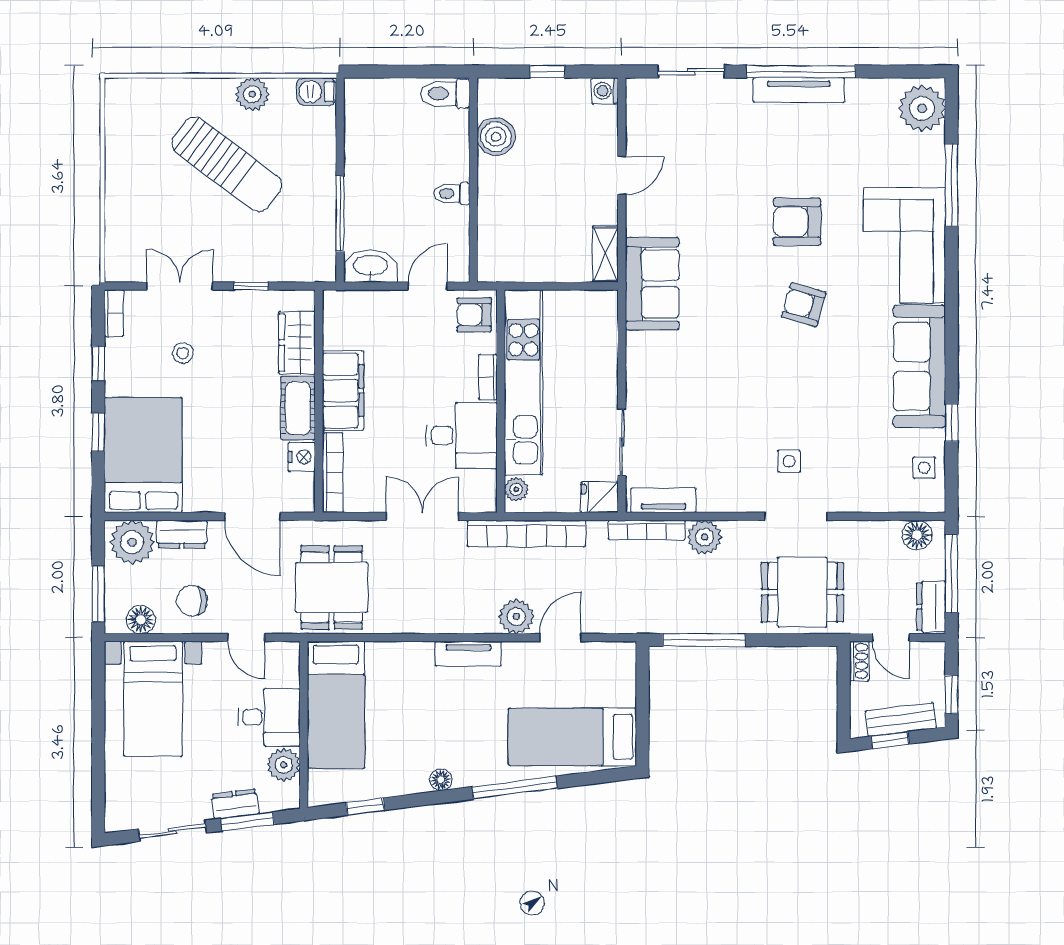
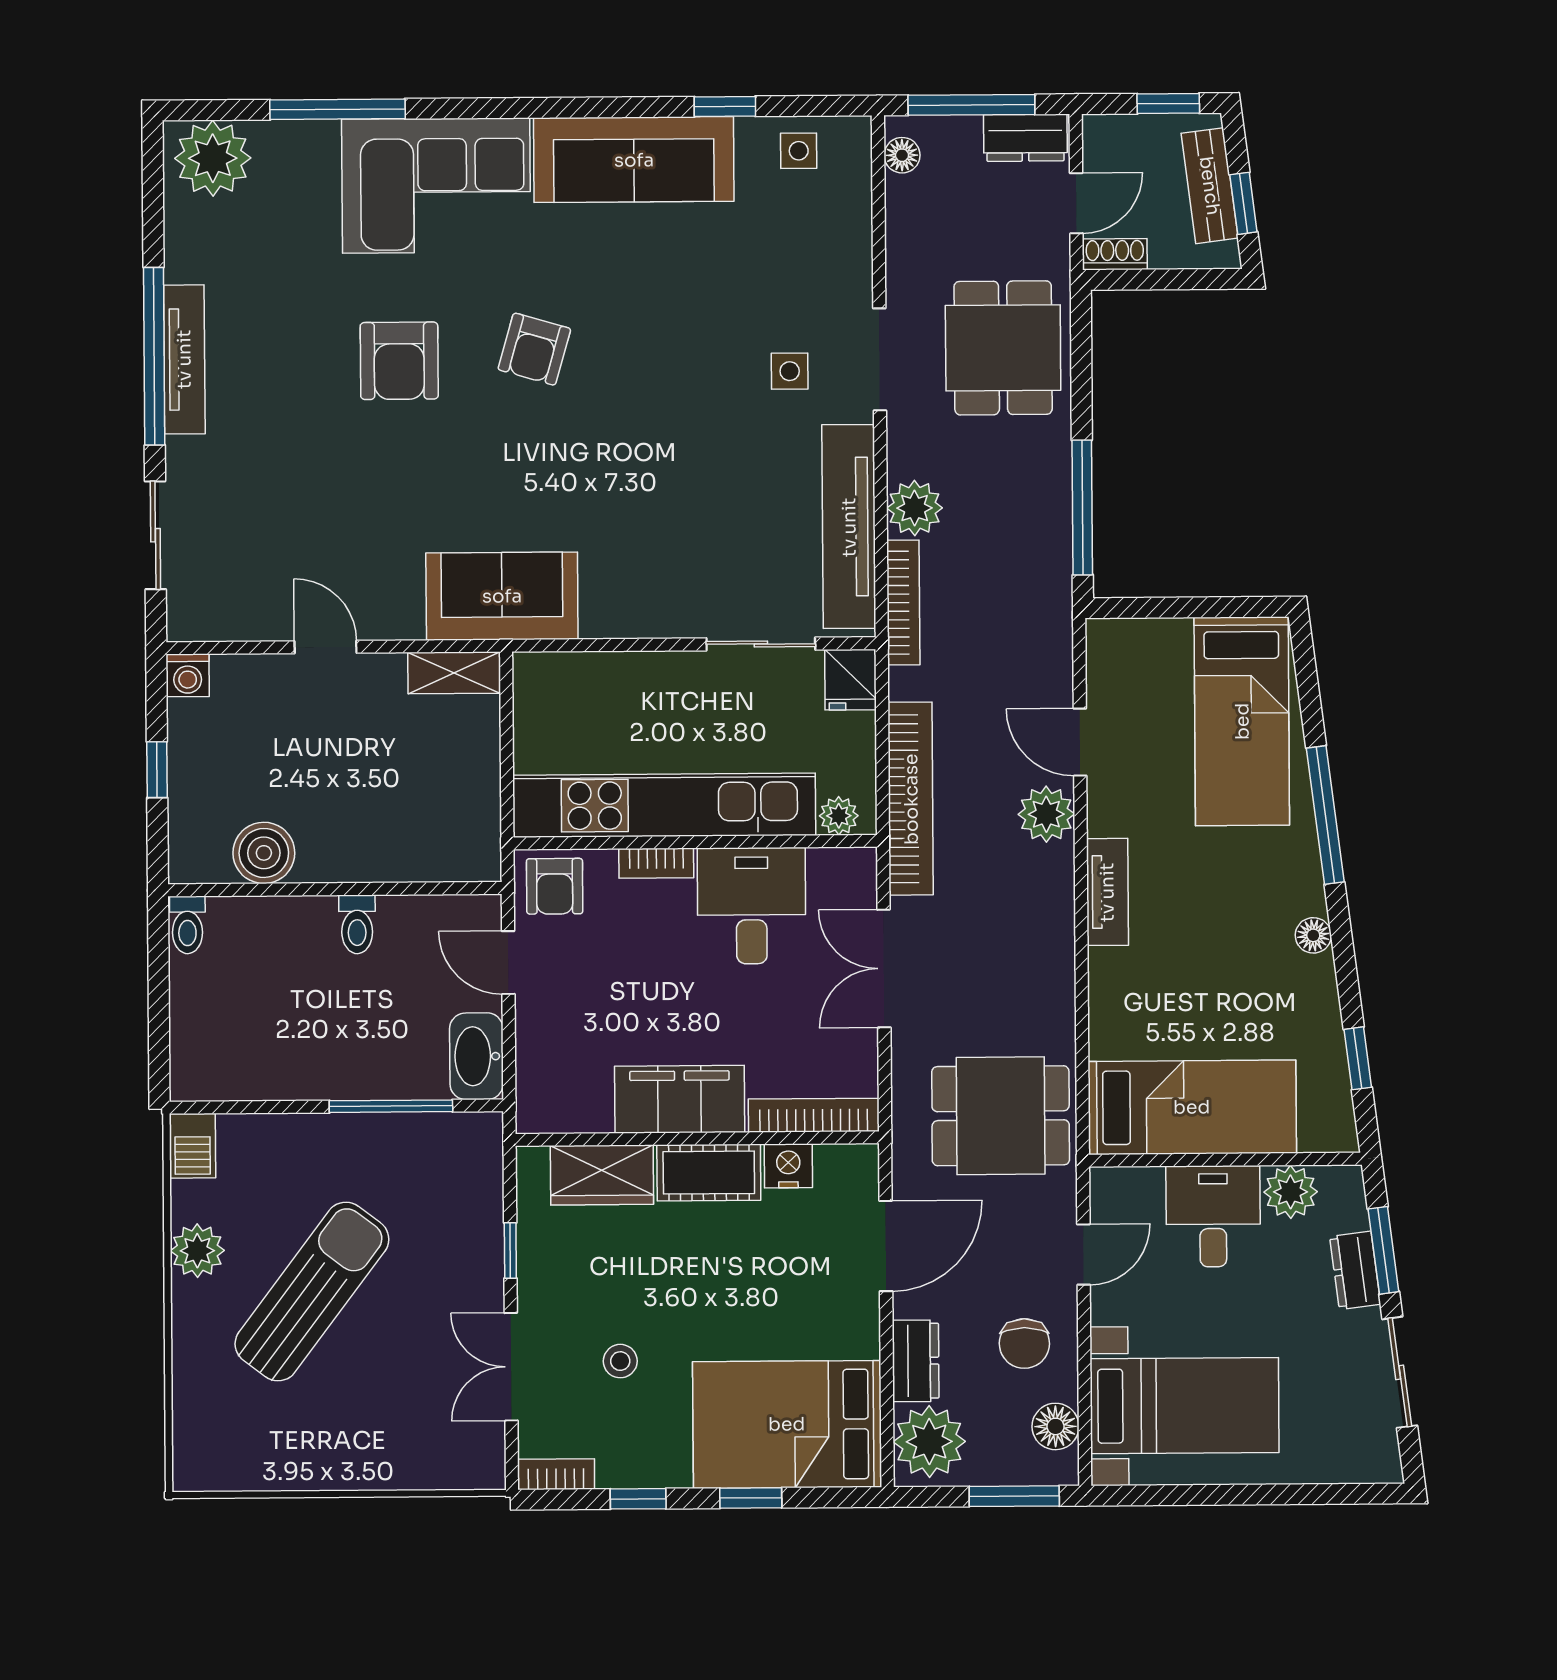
toilet: (445, 94) -> (187, 925), width x0.73, depth x0.72
tv unit: (664, 500) -> (849, 527), width x1.92, depth x1.29
floor lamp: (917, 535) -> (902, 155), width x0.73, depth x0.73

